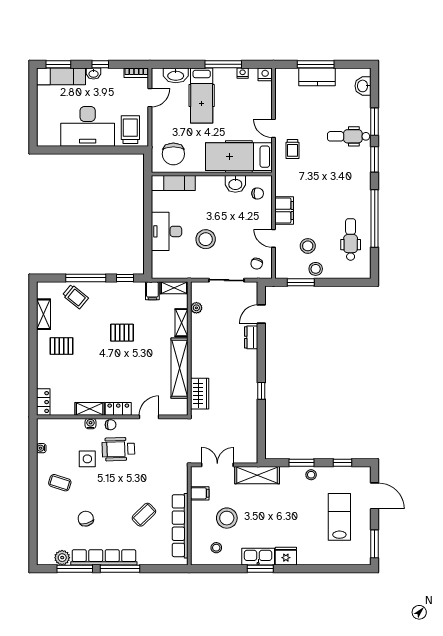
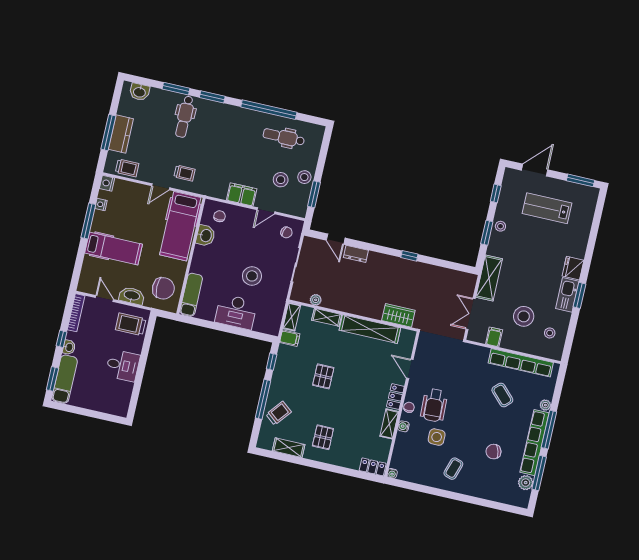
bookcase: (136, 73) -> (76, 313), width x1.56
washbasin: (176, 75) -> (132, 296), moved, turned -90
trolley: (285, 91) -> (127, 168), added
desk: (88, 126) -> (123, 365), width x0.53, depth x0.77
water cooler: (41, 448) -> (392, 473), moved
plant: (144, 560) -> (545, 405), added

